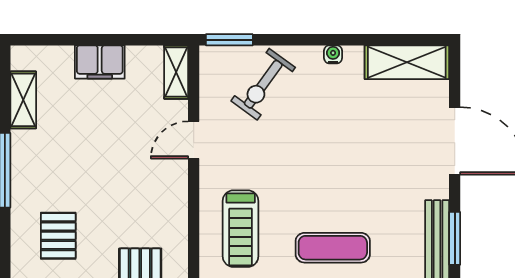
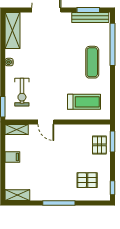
filing cabinet: (100, 62) -> (12, 157), width x0.50
exercise bike: (263, 84) -> (22, 92), turned 54
shelving: (23, 100) -> (17, 195), moved

